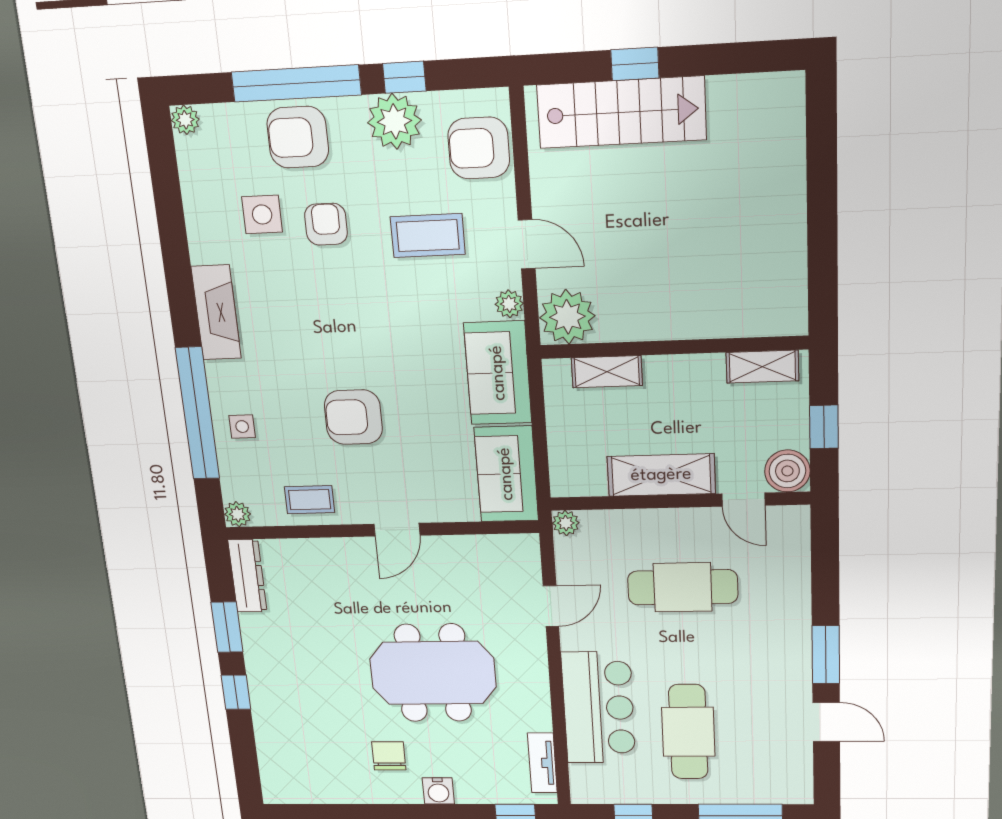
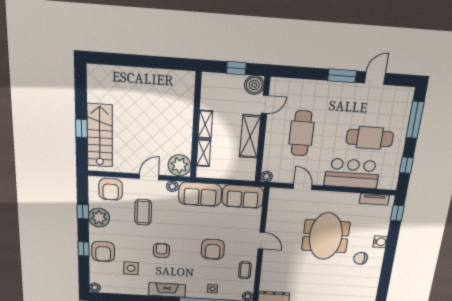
window: (296, 83) -> (83, 249), width x0.32
armchair: (326, 224) -> (161, 251), moved, turned 90
shelving: (762, 367) -> (205, 124), moved

